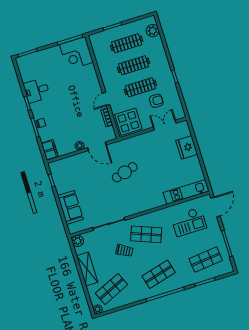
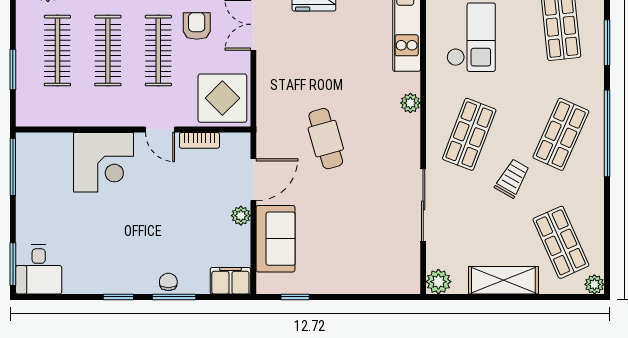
corner desk: (76, 53) -> (104, 162), moved
desk: (37, 90) -> (39, 269), moved
plant: (152, 204) -> (410, 103), added
sofa: (70, 207) -> (275, 239), moved, turned 90
trolley: (124, 251) -> (512, 178), moved
shop shelf: (159, 274) -> (561, 134), turned 39

